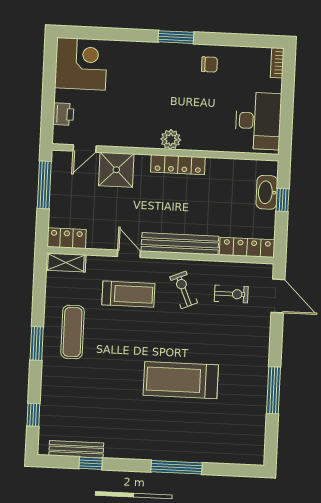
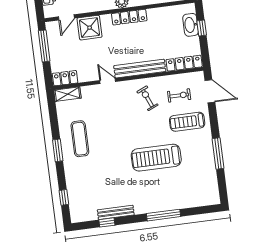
treadmill: (128, 294) -> (187, 122), moved, turned 180
bench: (76, 449) -> (116, 212), moved

